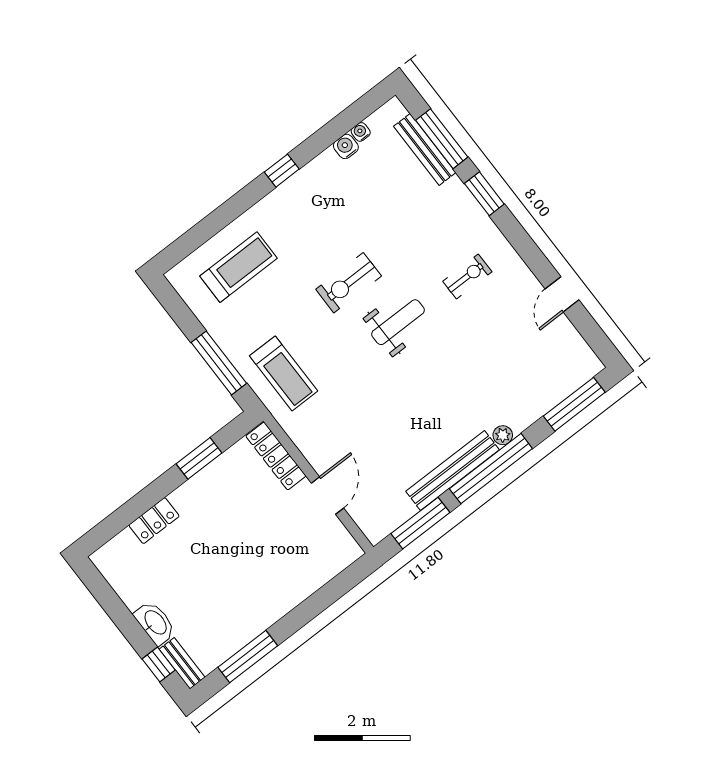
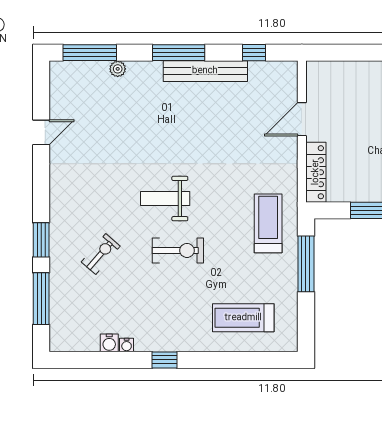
water cooler: (361, 132) -> (127, 345), moved
bench: (425, 149) -> (58, 300), removed
exercise bike: (467, 277) -> (101, 254), moved, turned 131
plant: (503, 435) -> (118, 69), moved
window: (491, 469) -> (179, 53), width x0.68
window: (420, 523) -> (254, 53), width x0.46

